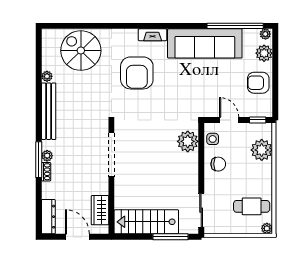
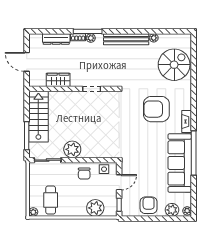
window: (235, 26) -> (194, 153), moved
plant: (188, 141) -> (72, 149), moved
doorway: (111, 155) -> (92, 89), width x0.53
wardrobe: (100, 210) -> (58, 80), moved
dresser: (48, 217) -> (56, 39), moved
door: (77, 237) -> (27, 62), swing flipped

